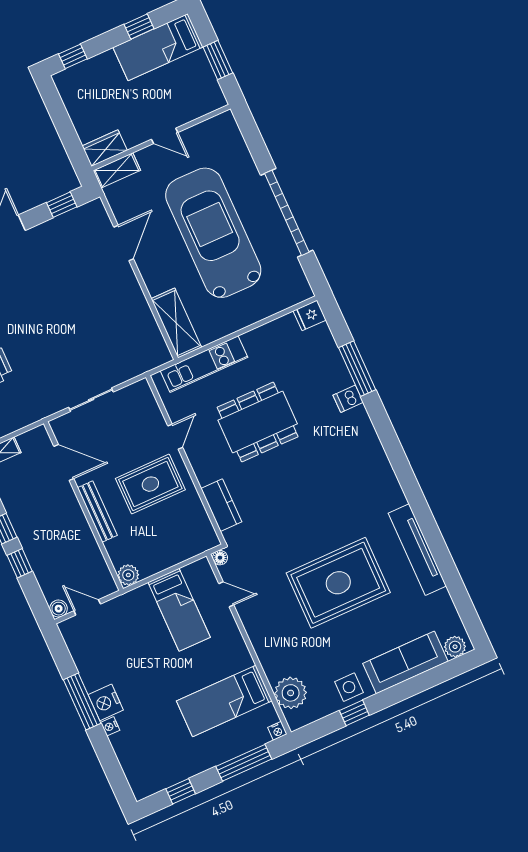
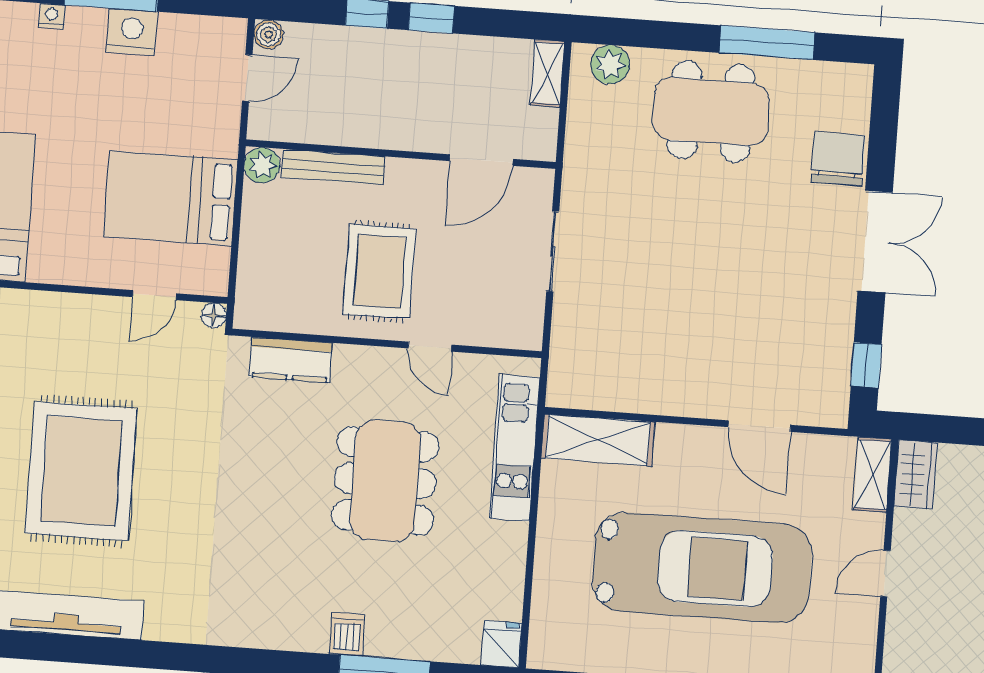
bench: (97, 511) -> (333, 167), moved
bed: (179, 610) -> (170, 198), width x1.50
nightstand: (106, 702) -> (132, 32), moved

